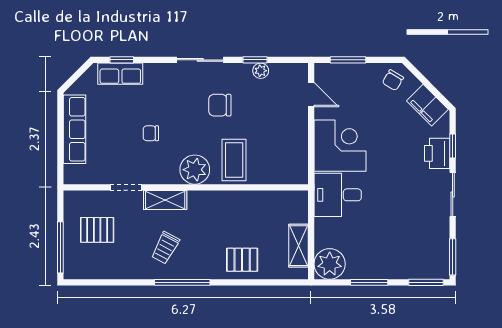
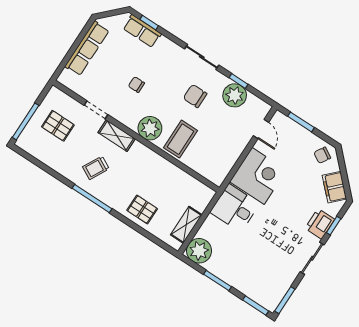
plant: (261, 71) -> (235, 95), width x1.88, depth x1.88

